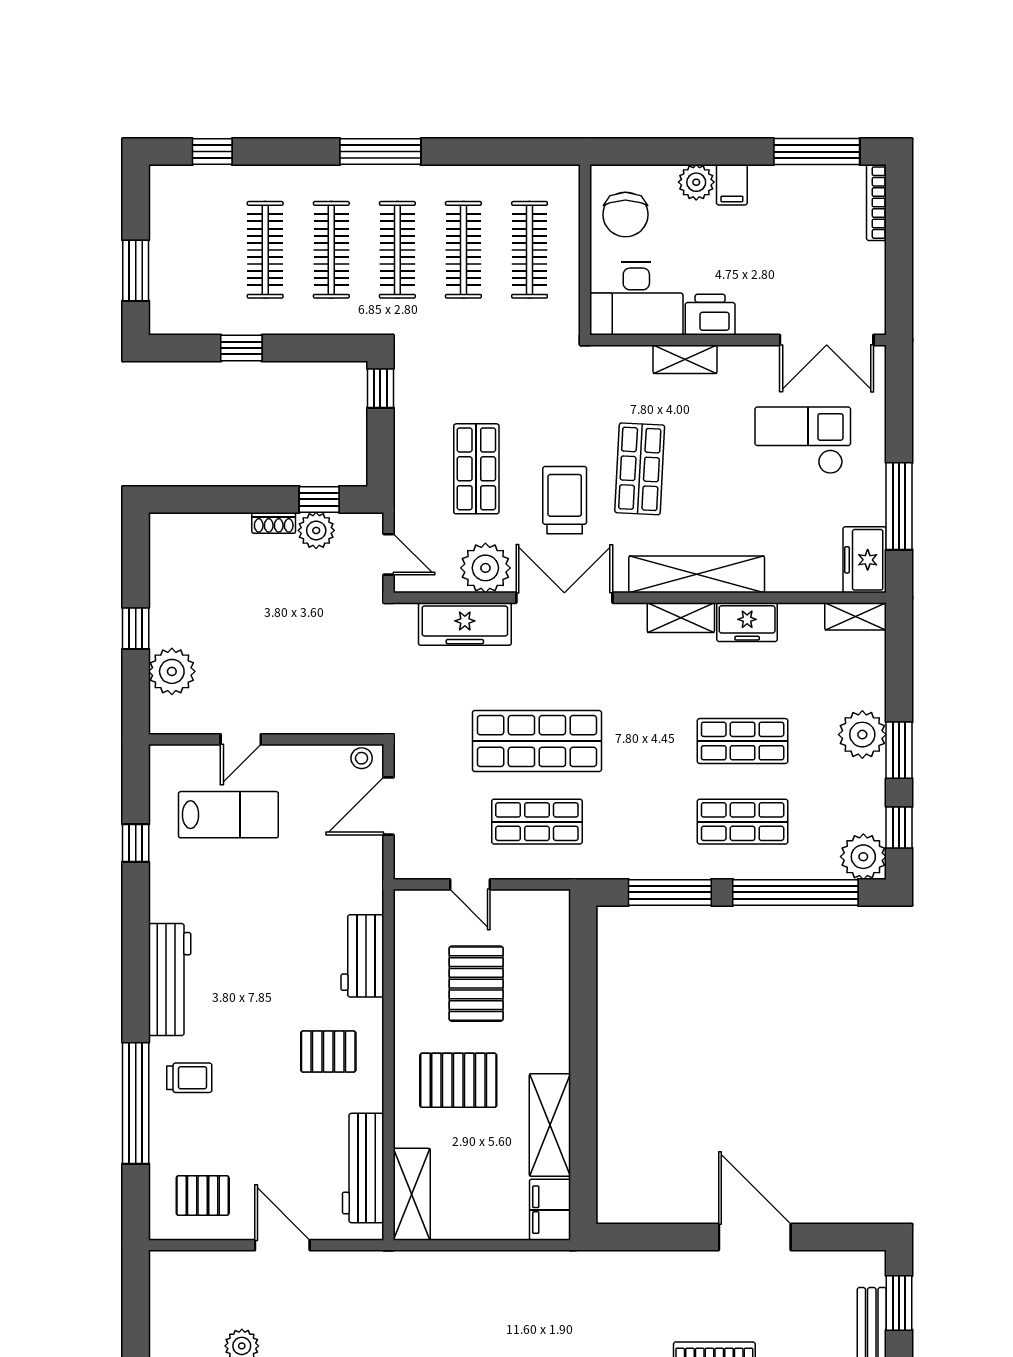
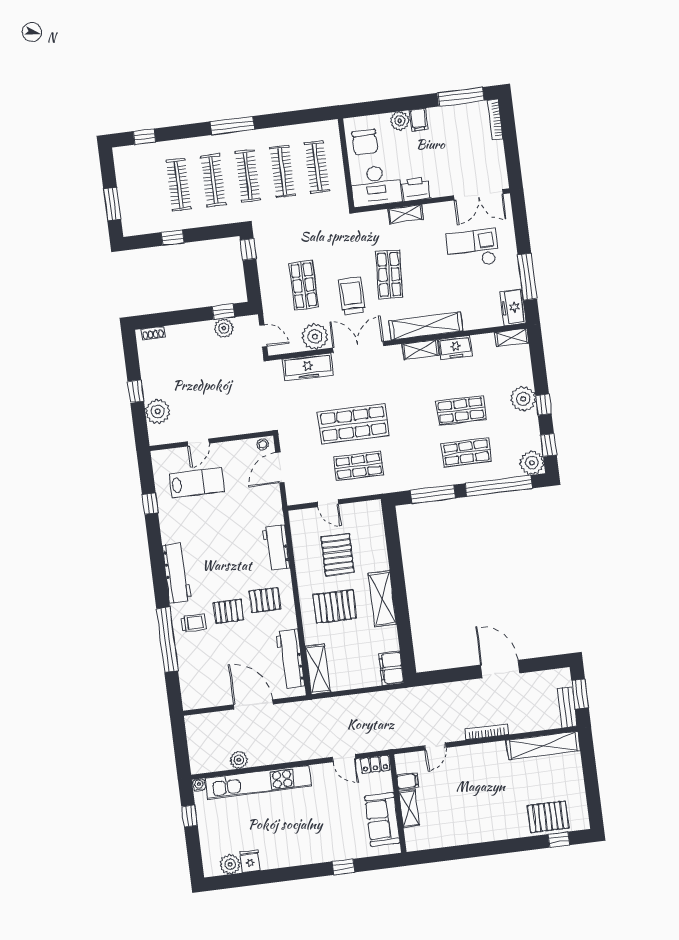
shoe rack: (274, 523) -> (153, 333), moved
window: (899, 750) -> (543, 405), width x0.67
shelving: (550, 1125) -> (382, 599), moved
pallet: (203, 1196) -> (229, 611), moved
door: (282, 1245) -> (253, 704), width x1.36

